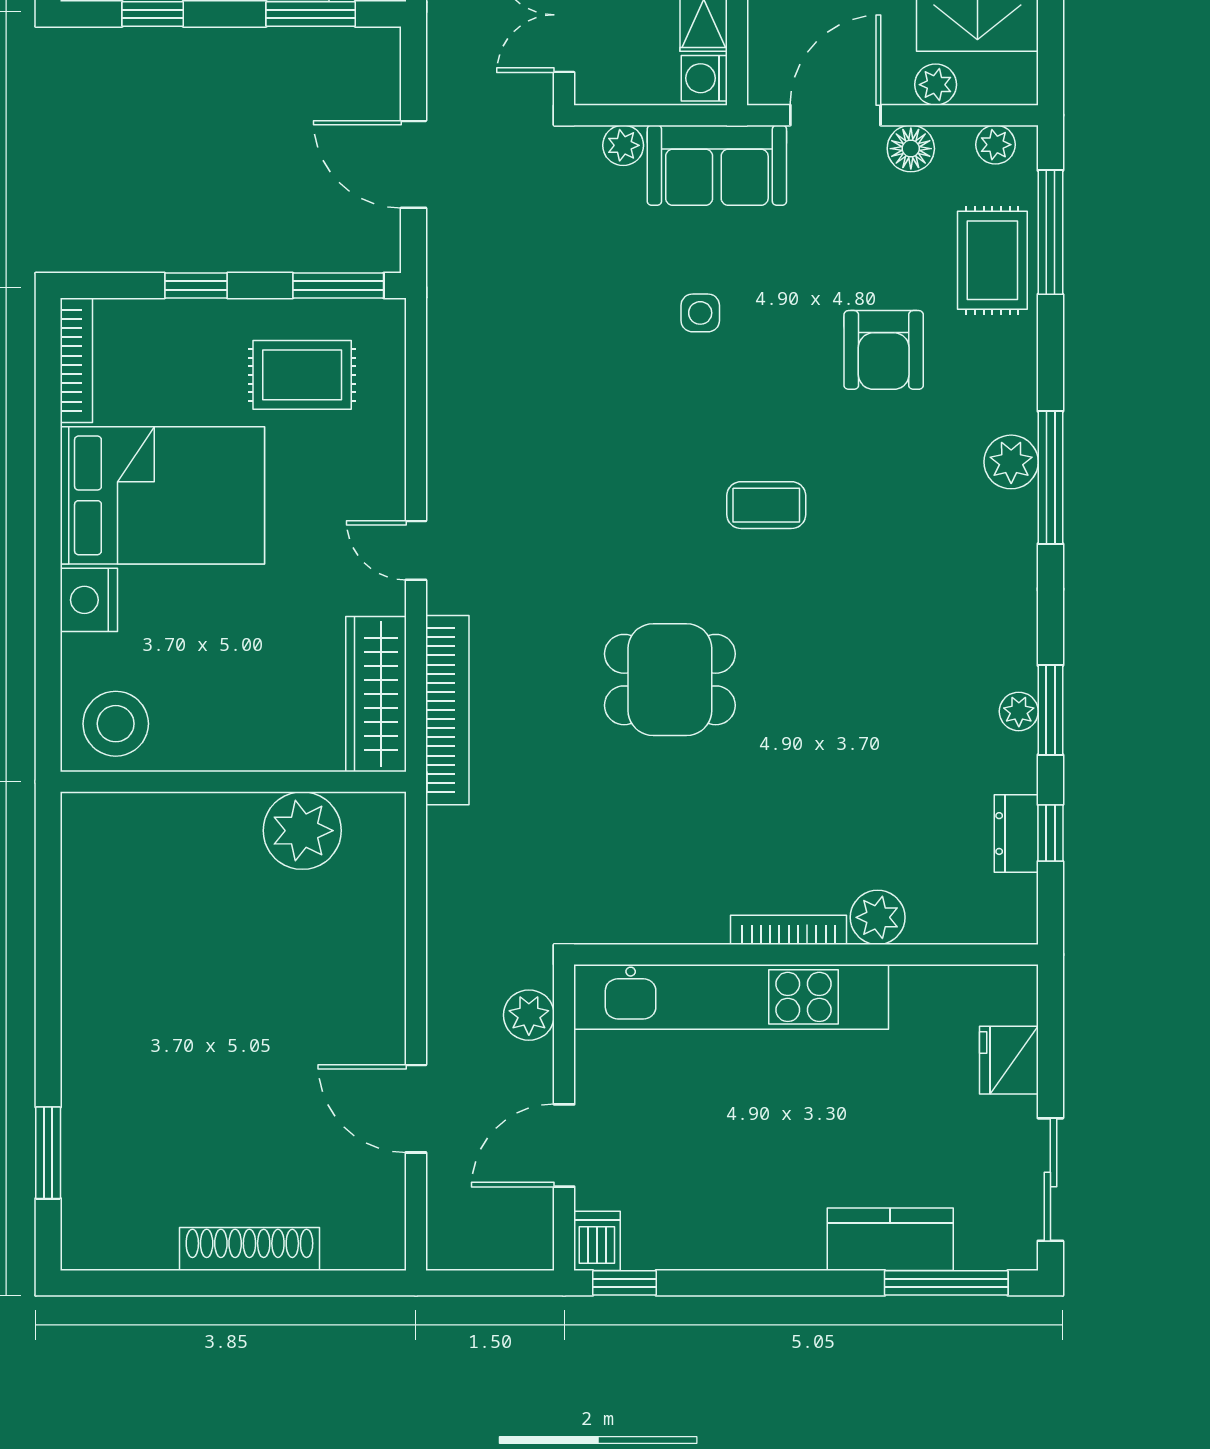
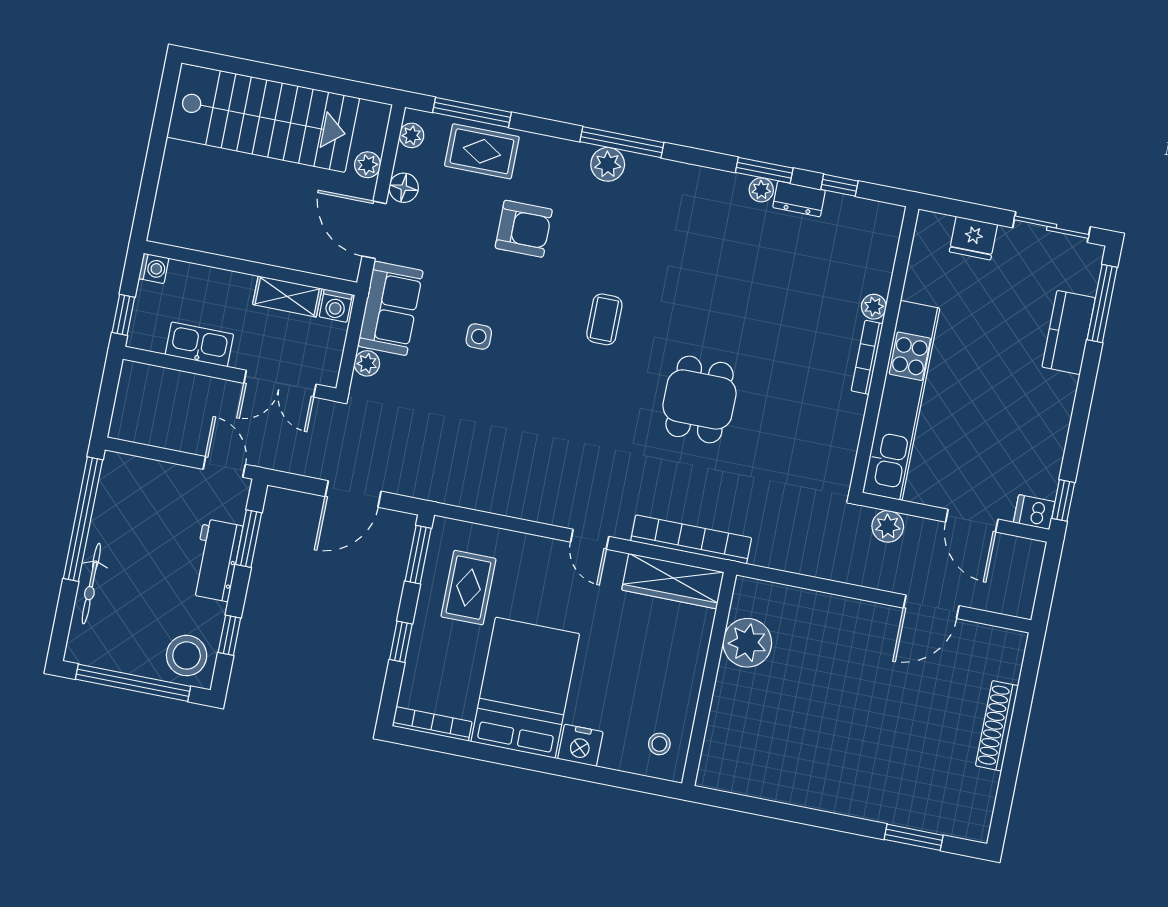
door: (416, 550) -> (590, 539), hinge flipped
stool: (116, 724) -> (659, 744), width x0.53, depth x0.53
dresser: (1016, 834) -> (799, 199), moved
plant: (878, 917) -> (874, 307), width x0.73, depth x0.73

